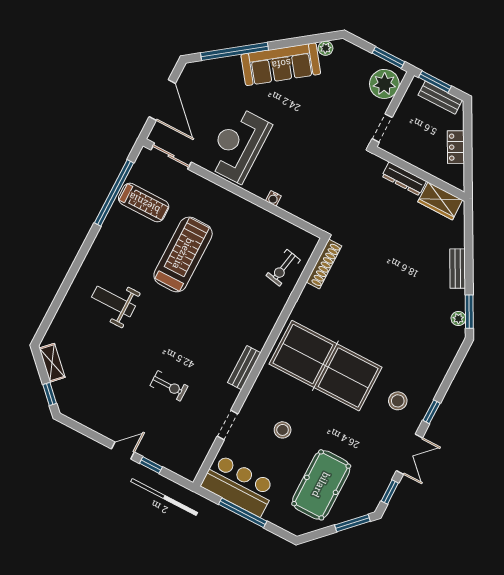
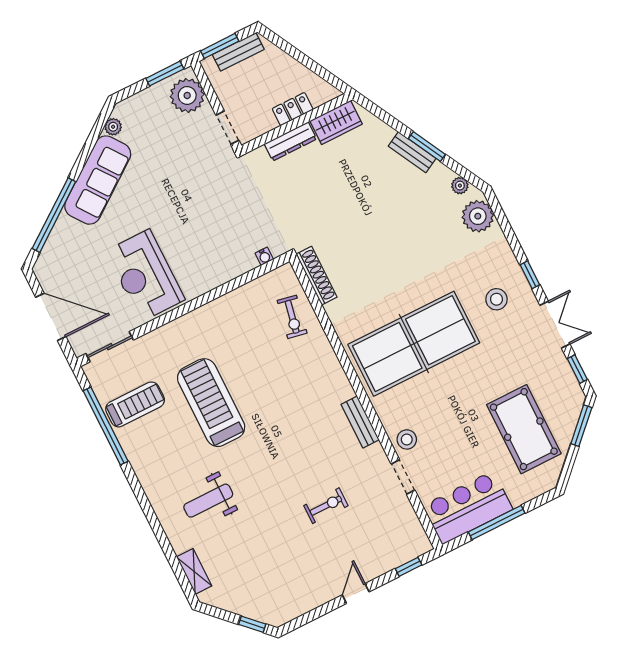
locker: (456, 147) -> (293, 109), moved, turned 118
water cooler: (273, 198) -> (264, 256), moved
window: (469, 312) -> (427, 147), moved
plant: (446, 346) -> (478, 216), added
shelving: (52, 363) -> (194, 571), moved, turned 45
stool: (283, 430) -> (407, 439), moved
window: (151, 465) -> (409, 567), moved

